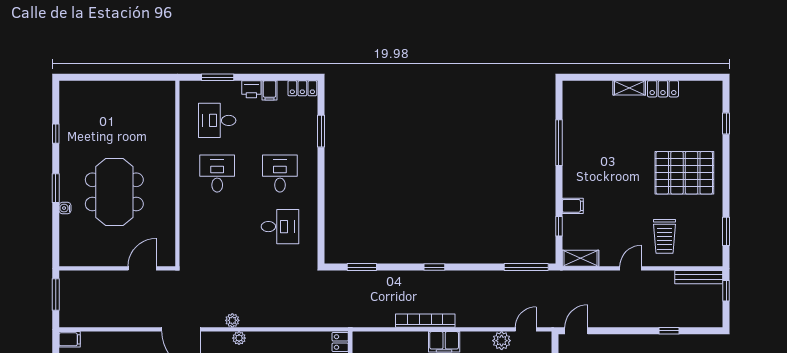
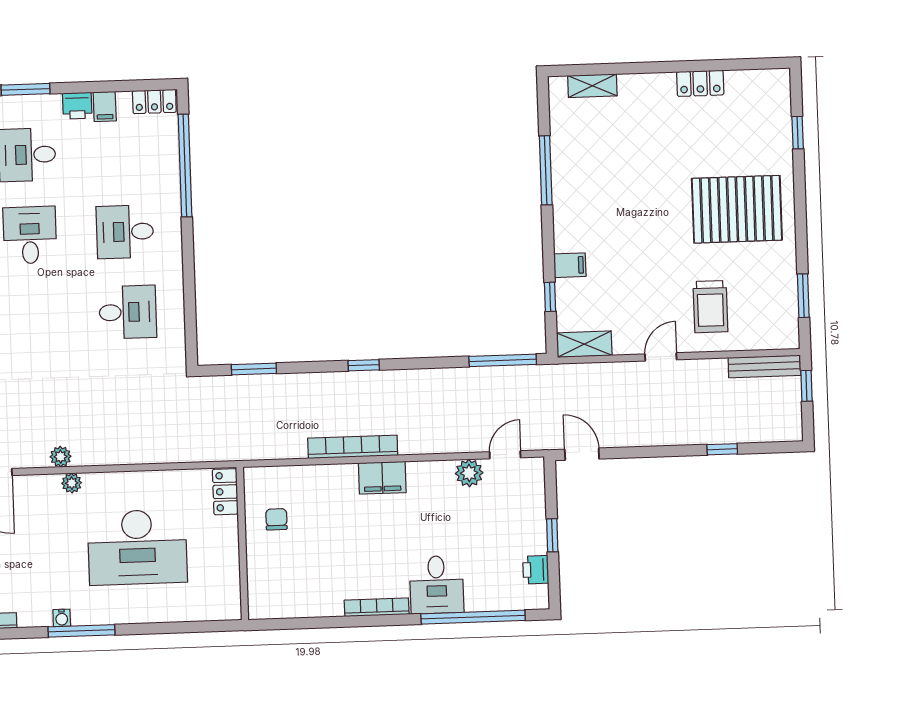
shelving: (629, 88) -> (592, 86), moved
window: (321, 131) -> (185, 165), width x2.11
desk: (280, 174) -> (125, 232), turned -90
door: (576, 331) -> (582, 454), hinge flipped

